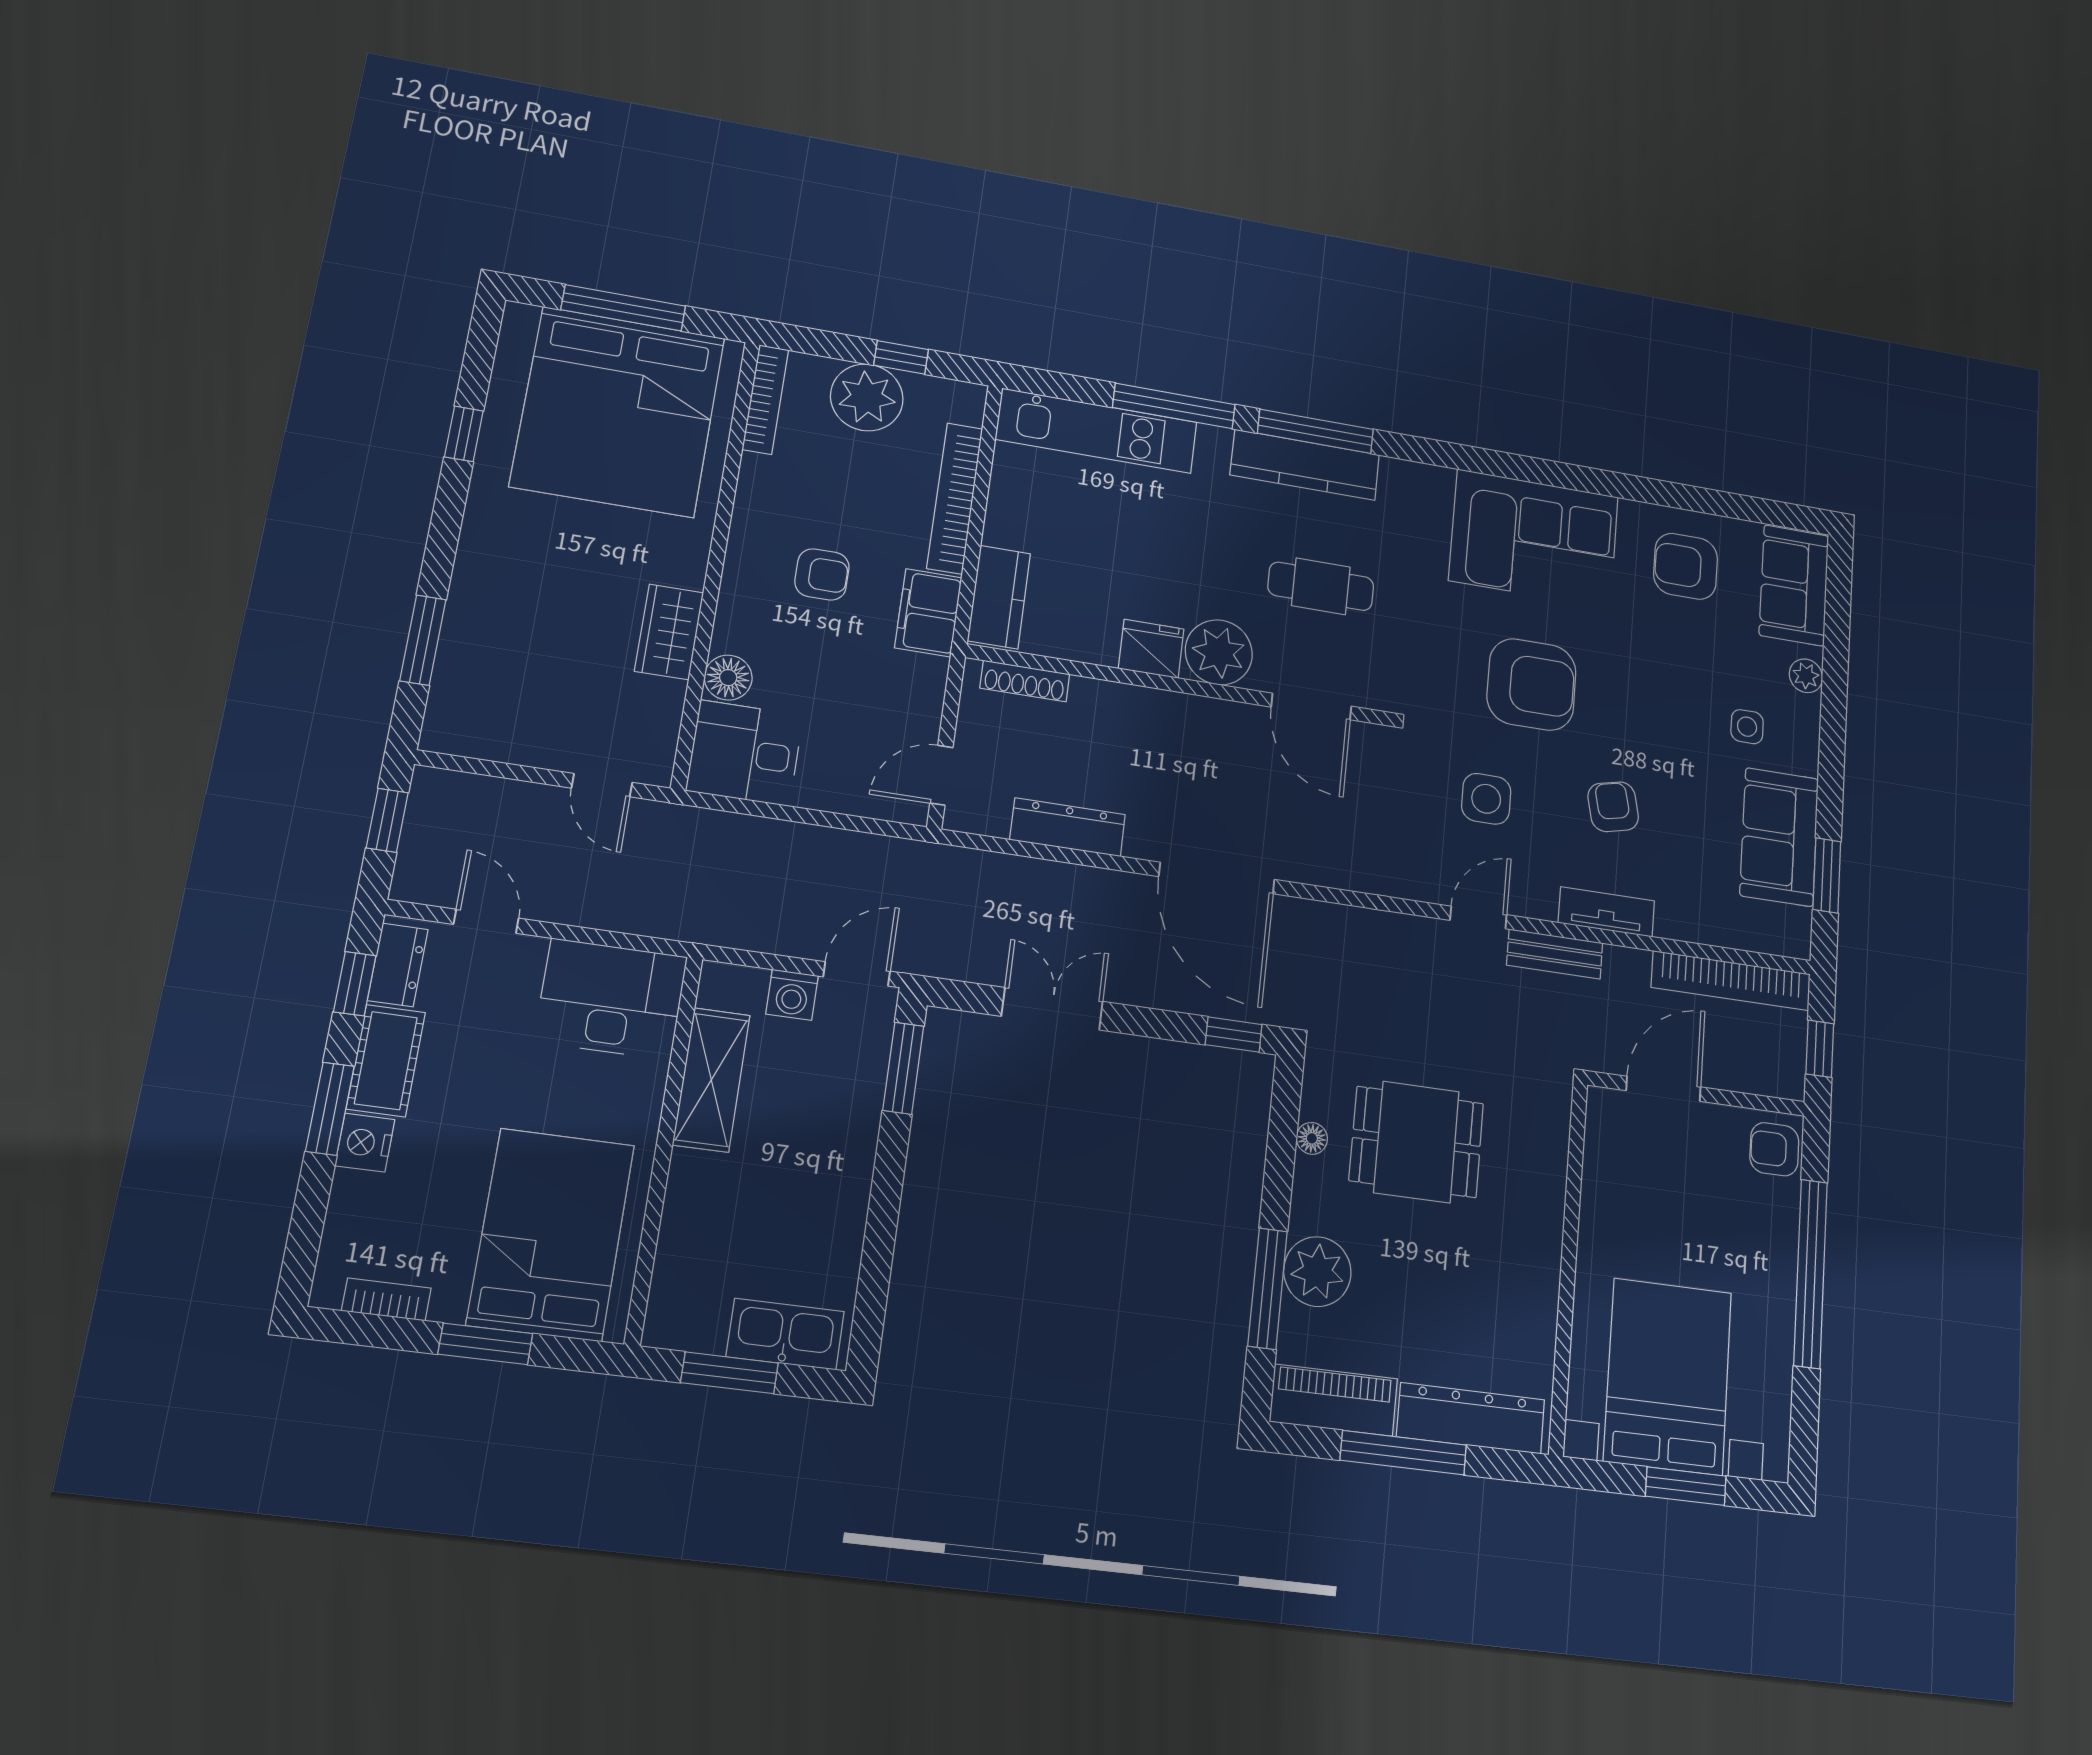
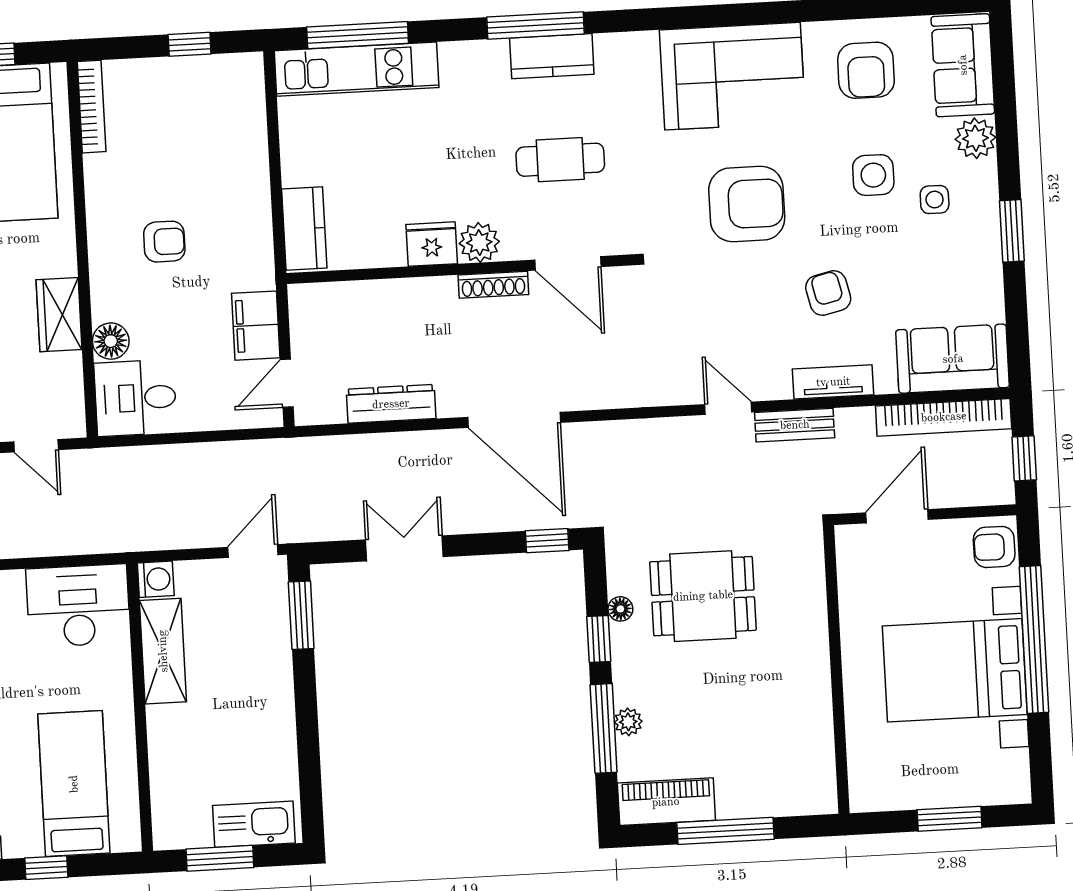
plant: (867, 397) -> (169, 85), removed
window: (1174, 406) -> (358, 35), moved
kitchen counter: (1305, 465) -> (552, 56), width x0.67
bookcase: (955, 498) -> (254, 154), removed
armchair: (1686, 566) -> (866, 70), turned -90
filing cabinet: (928, 613) -> (256, 326), moved
plant: (1219, 652) -> (479, 242), width x0.73, depth x0.73
plant: (1806, 676) -> (975, 138), width x1.38, depth x1.38
shoe rack: (1025, 681) -> (493, 285), moved
side table: (1486, 799) -> (873, 175), moved
sofa: (1779, 837) -> (953, 359), moved, turned 90
window: (1827, 875) -> (1012, 231), moved
door: (1478, 918) -> (728, 408), hinge flipped
washing machine: (792, 995) -> (156, 579), moved, turned -90
window: (1279, 1172) -> (599, 639), added
bed: (551, 1234) -> (74, 784), width x0.67
plant: (1317, 1272) -> (628, 722), width x0.53, depth x0.53
window: (485, 1344) -> (46, 868), width x0.67
bed with nightstands: (1668, 1376) -> (955, 670), moved, turned -90
dresser: (1471, 1418) -> (774, 797), removed

